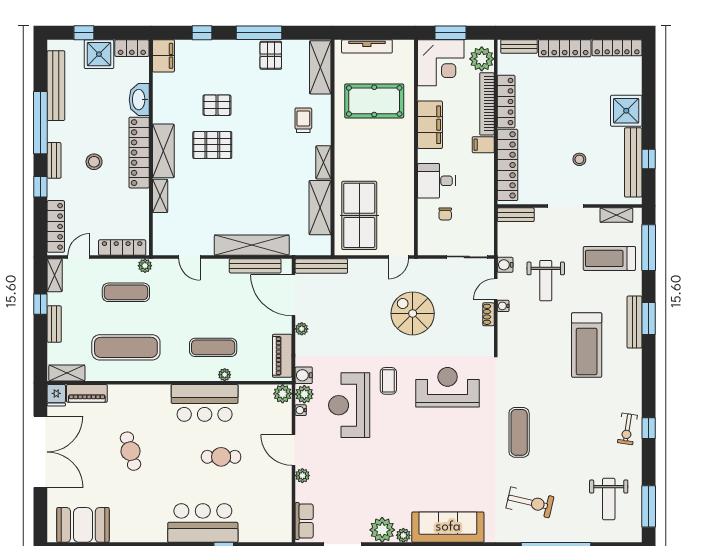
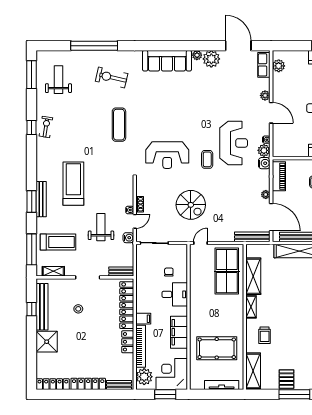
locker: (506, 102) -> (128, 342), width x0.66
plant: (283, 394) -> (279, 66), moved

